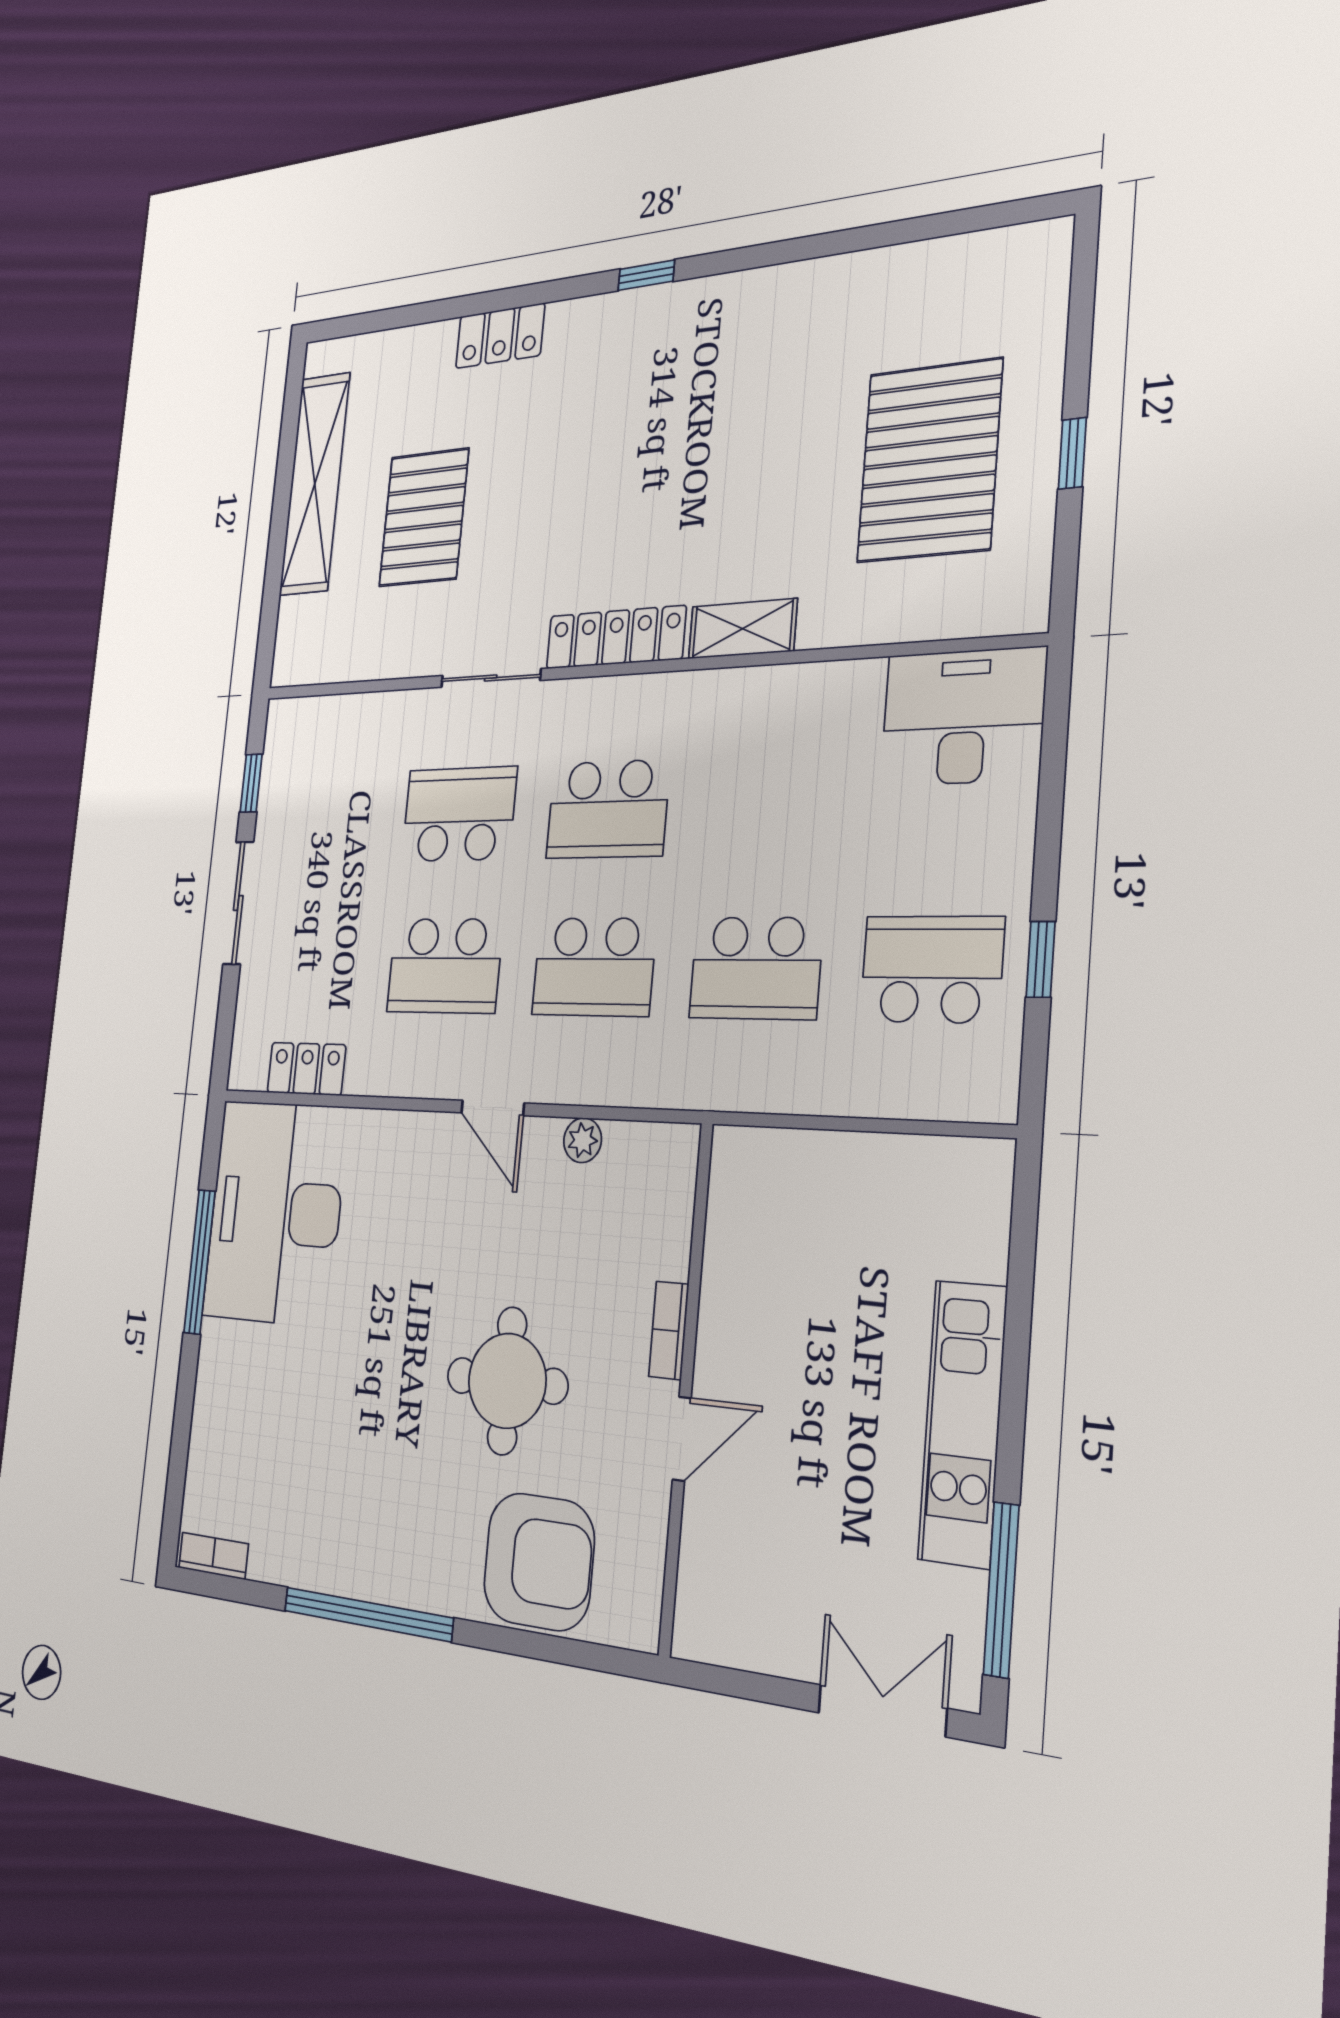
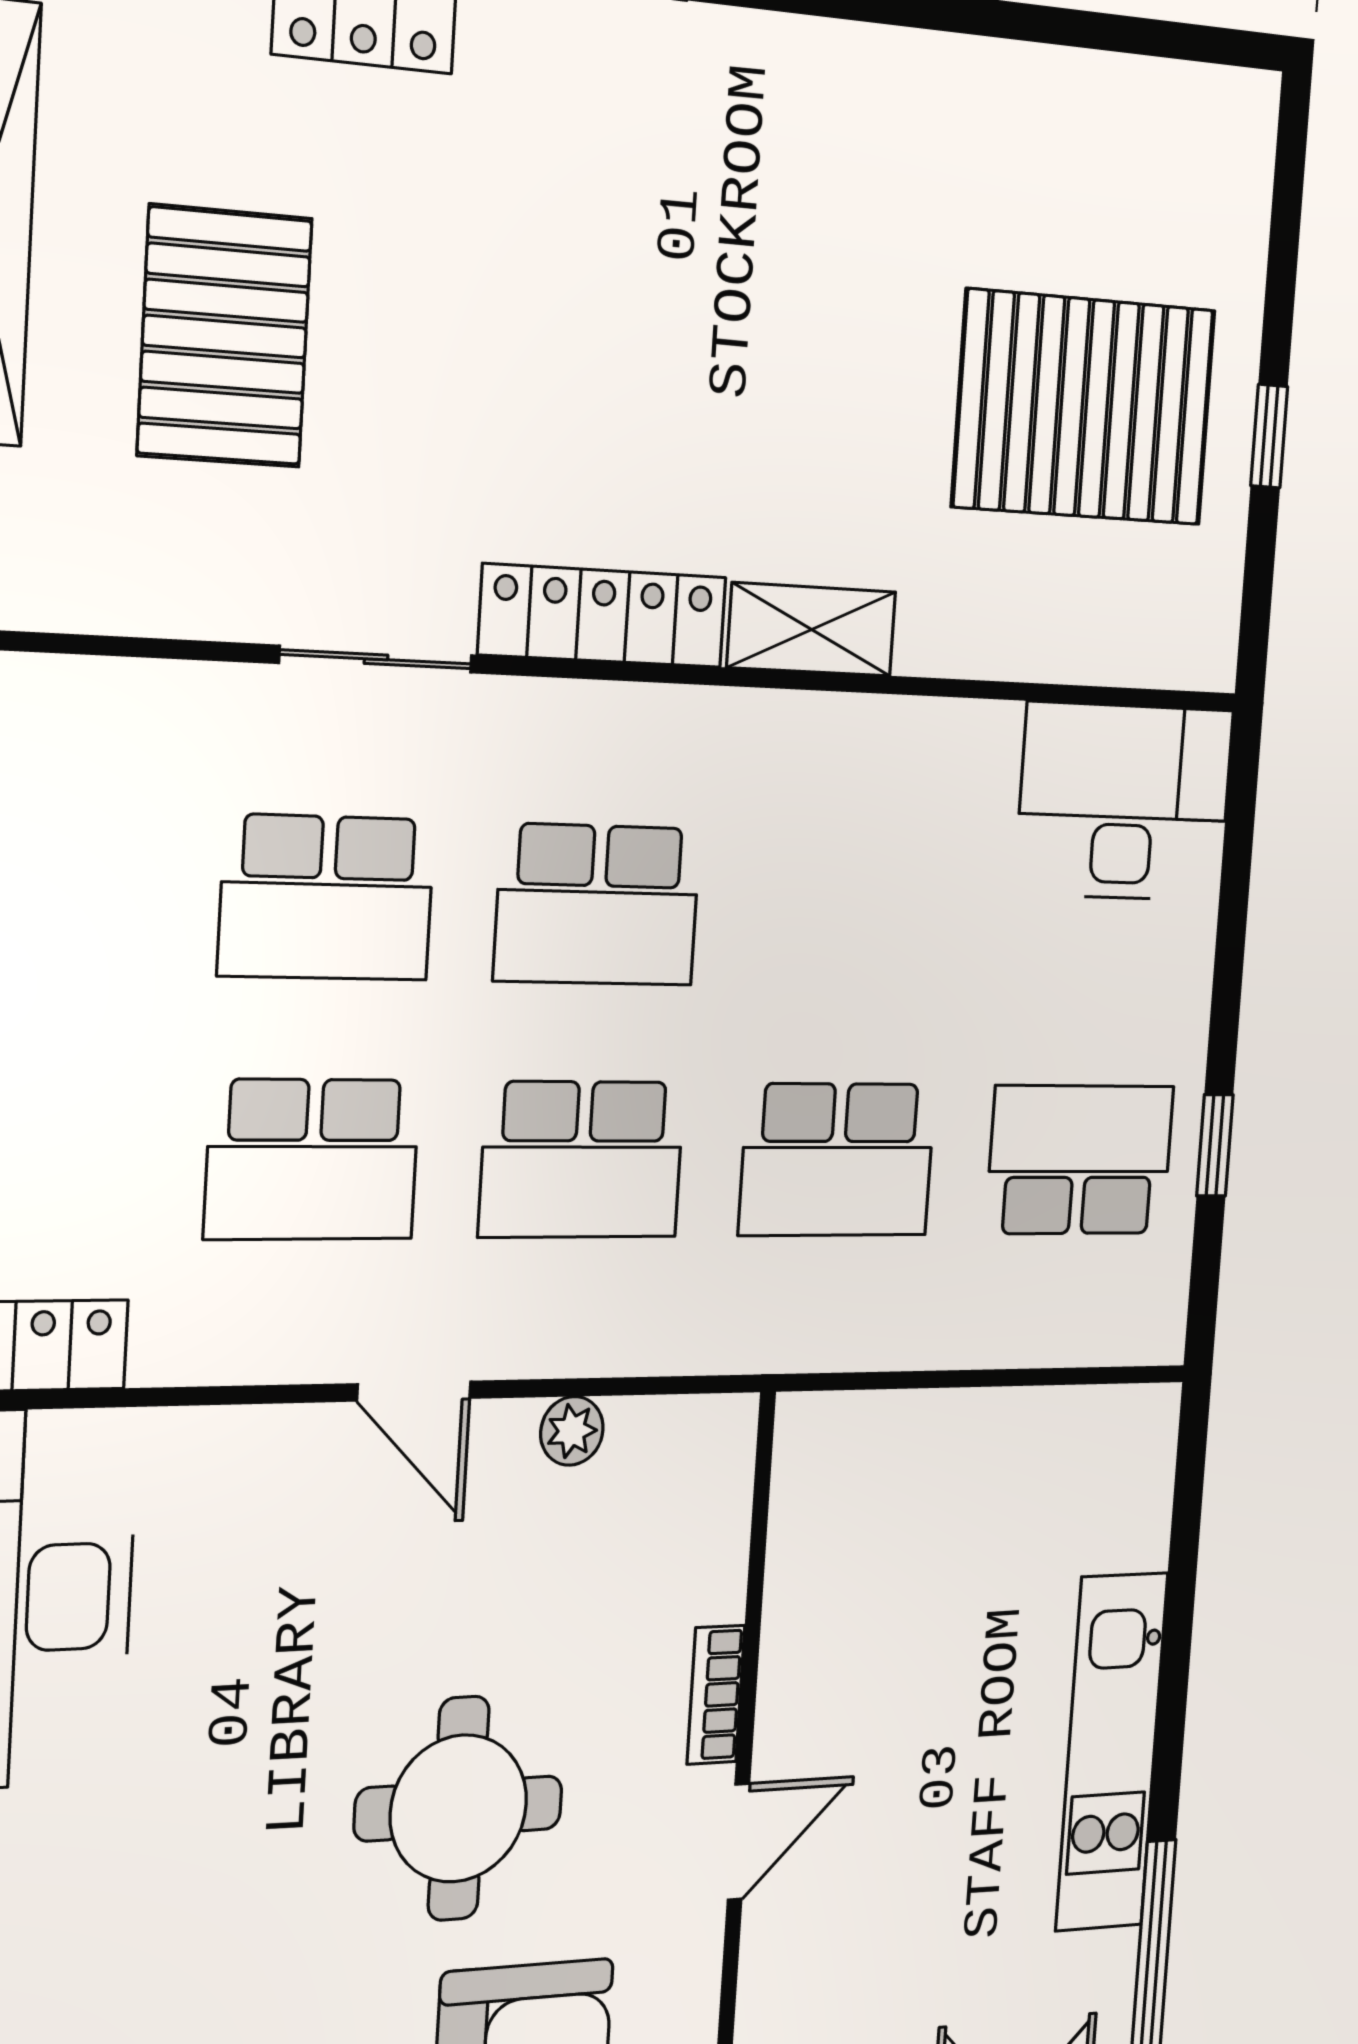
pallet: (929, 461) -> (1084, 408), turned 90
school desk: (459, 814) -> (327, 897), turned 180

